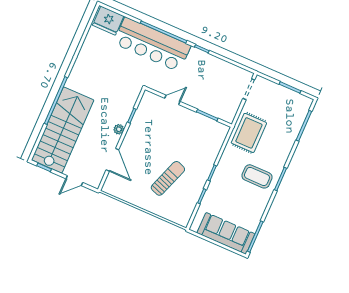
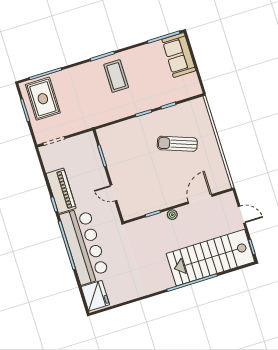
piano: (208, 62) -> (61, 191), added
rug: (249, 133) -> (43, 99), moved, turned 90
sofa: (226, 233) -> (179, 55), width x0.73

